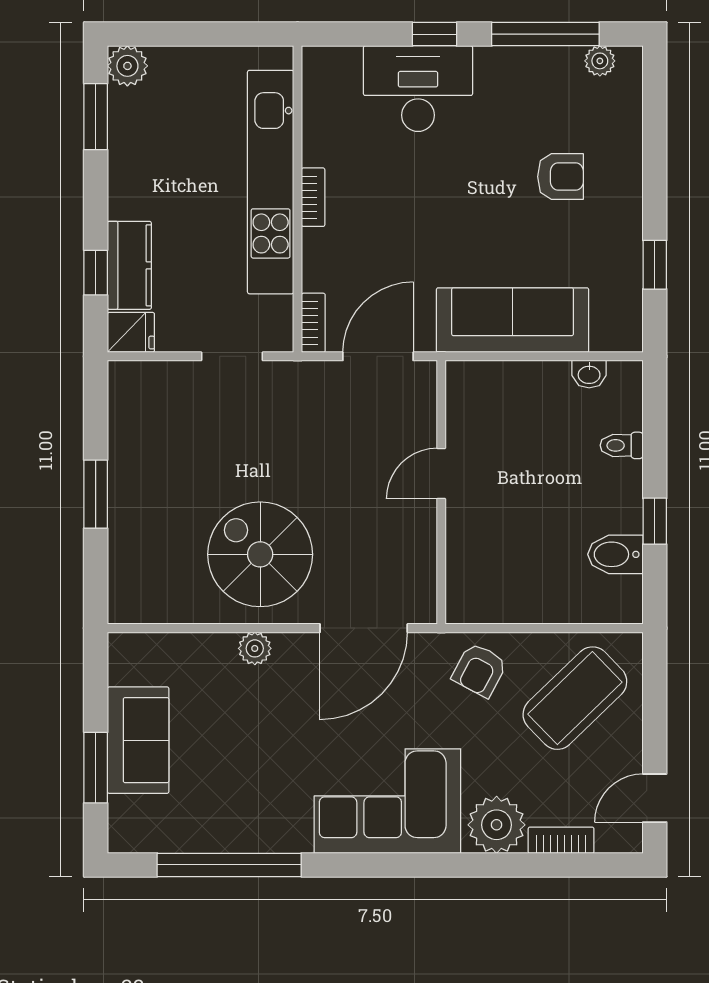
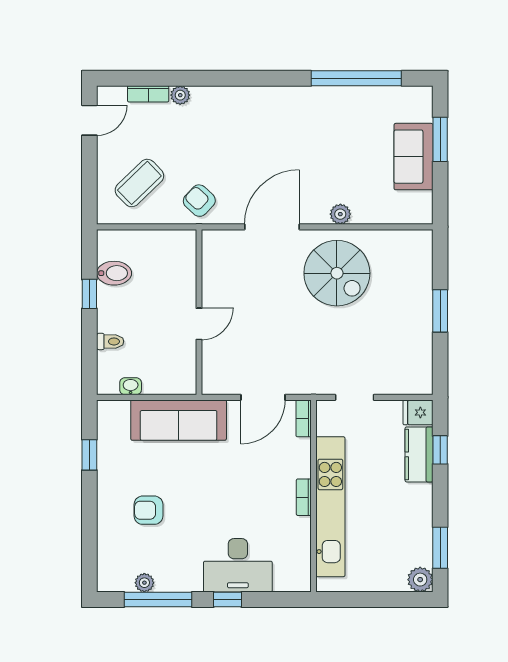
plant: (600, 61) -> (144, 583), moved
door: (441, 473) -> (199, 324), moved
wall: (441, 492) -> (199, 312), moved
armchair: (480, 670) -> (199, 201), turned -75
coffee table: (575, 698) -> (139, 183), width x0.73, depth x0.76
corner sofa: (387, 801) -> (257, 118), removed
plant: (497, 825) -> (180, 95), width x0.53, depth x0.53

